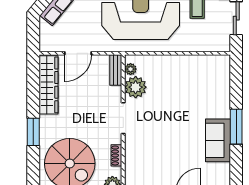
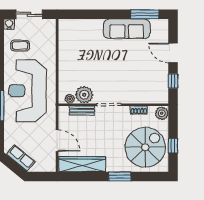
bench: (116, 70) -> (82, 111), moved
window: (236, 127) -> (145, 14), moved
sofa: (218, 140) -> (127, 29), width x1.36

